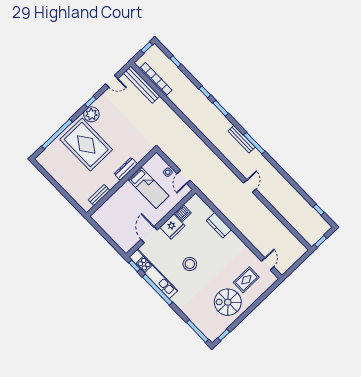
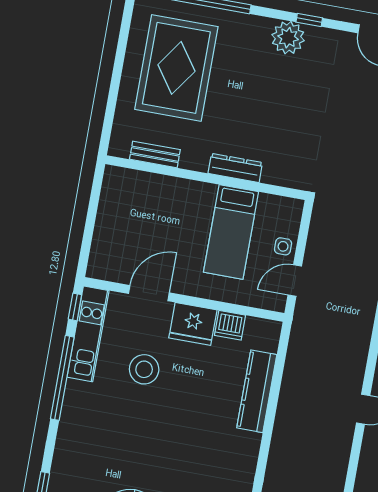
rug: (86, 145) -> (176, 68), moved
kitchen counter: (219, 225) -> (257, 391), width x1.50
stool: (190, 264) -> (144, 369), moved
kitchen unit: (153, 274) -> (88, 334), width x0.73

